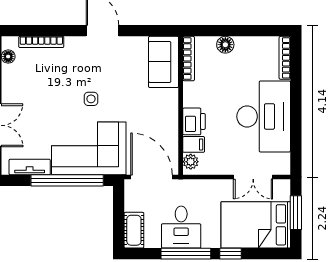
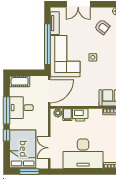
armchair: (36, 82) -> (102, 27), added

